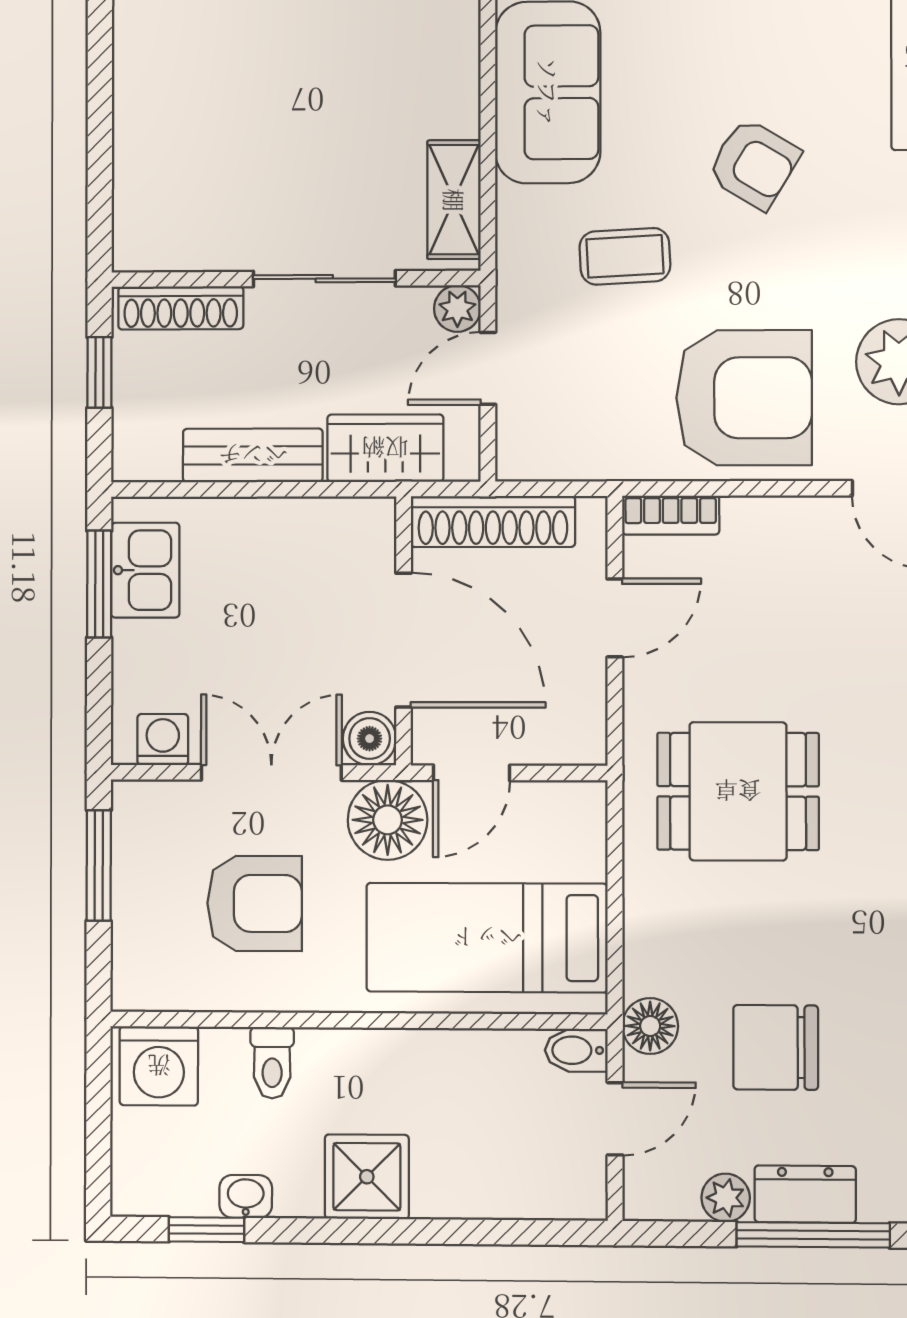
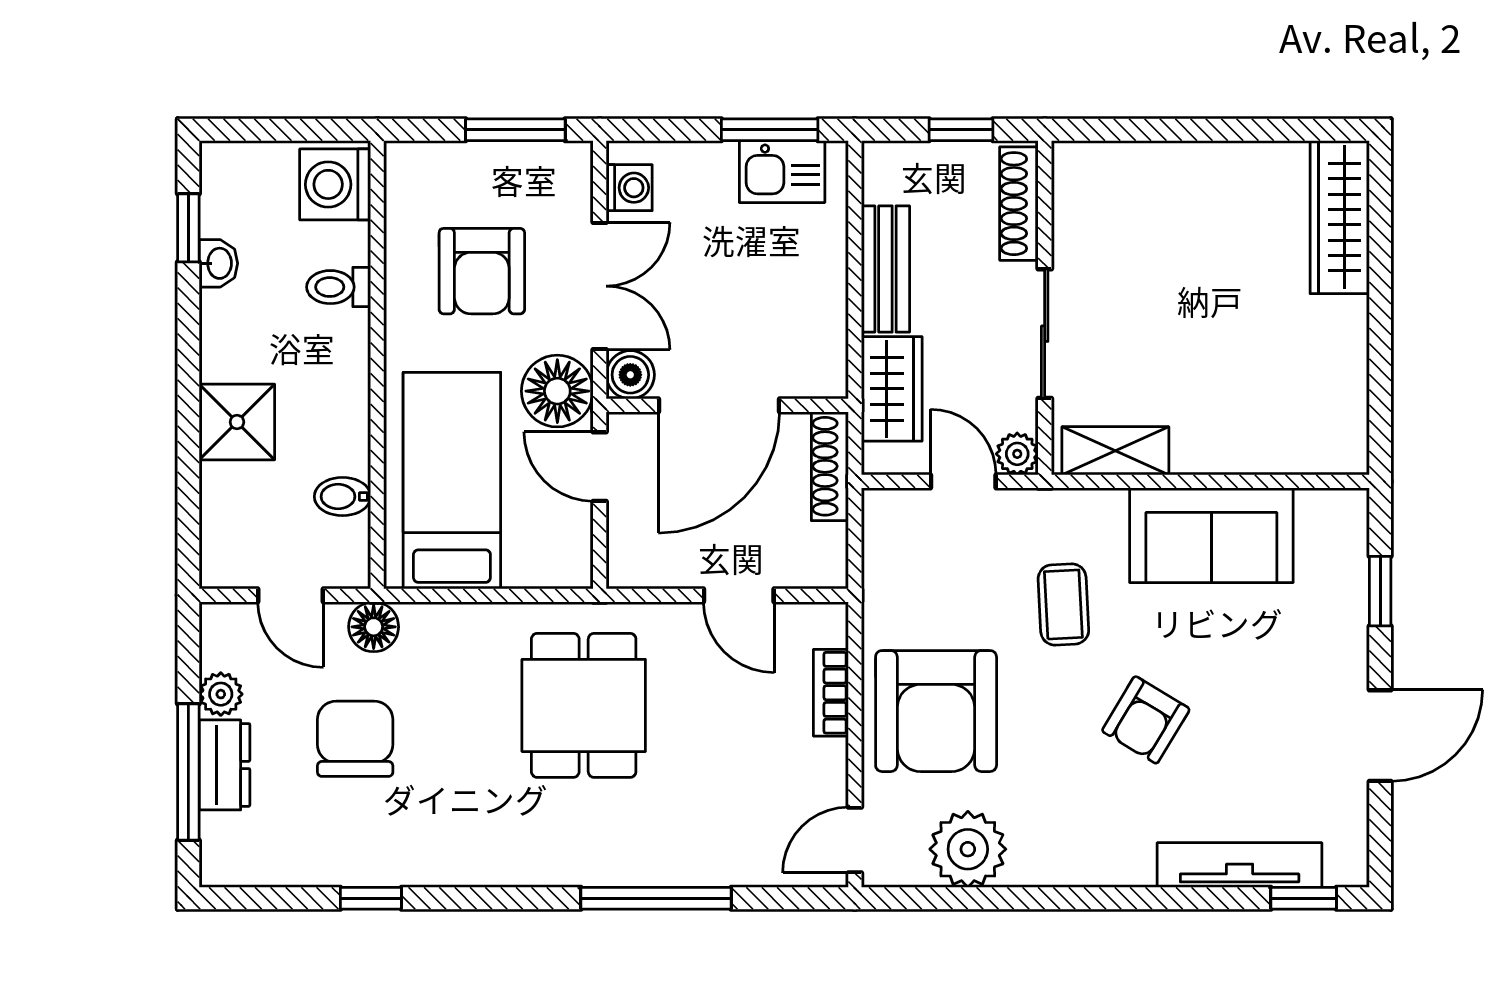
bookcase: (671, 515) -> (831, 693), moved
shoe rack: (493, 522) -> (830, 466), width x0.74, depth x0.81
bidet: (576, 1050) -> (343, 497), moved, turned -90
shower: (367, 1177) -> (237, 422), moved

